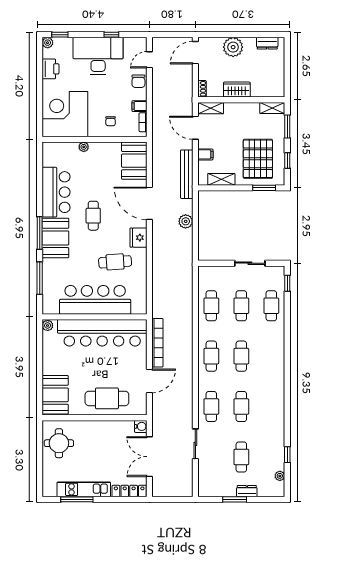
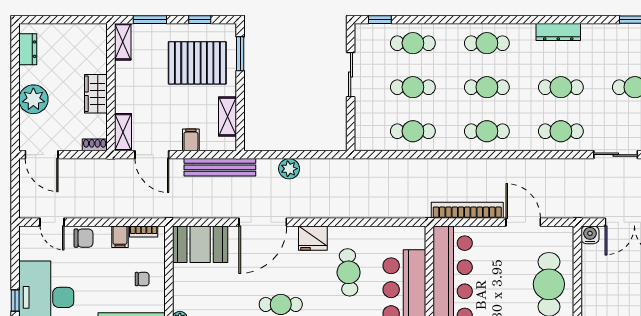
window: (111, 35) -> (15, 300), moved
door: (195, 128) -> (152, 155), hinge flipped
cafe table: (271, 356) -> (487, 43), added
dresser: (279, 405) -> (558, 32), added

